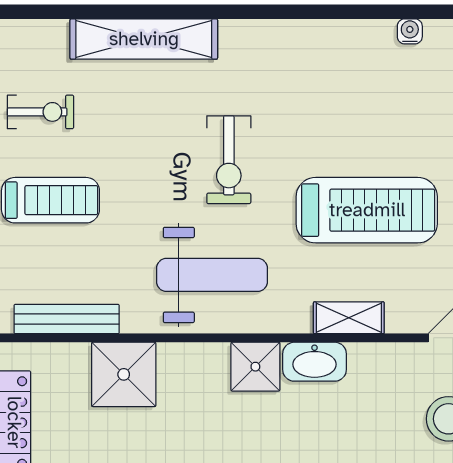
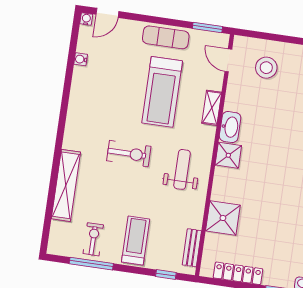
treadmill: (367, 210) -> (162, 92), turned 180
weight bench: (212, 275) -> (182, 169), width x0.73, depth x0.75
bench: (67, 319) -> (192, 248), width x0.73

